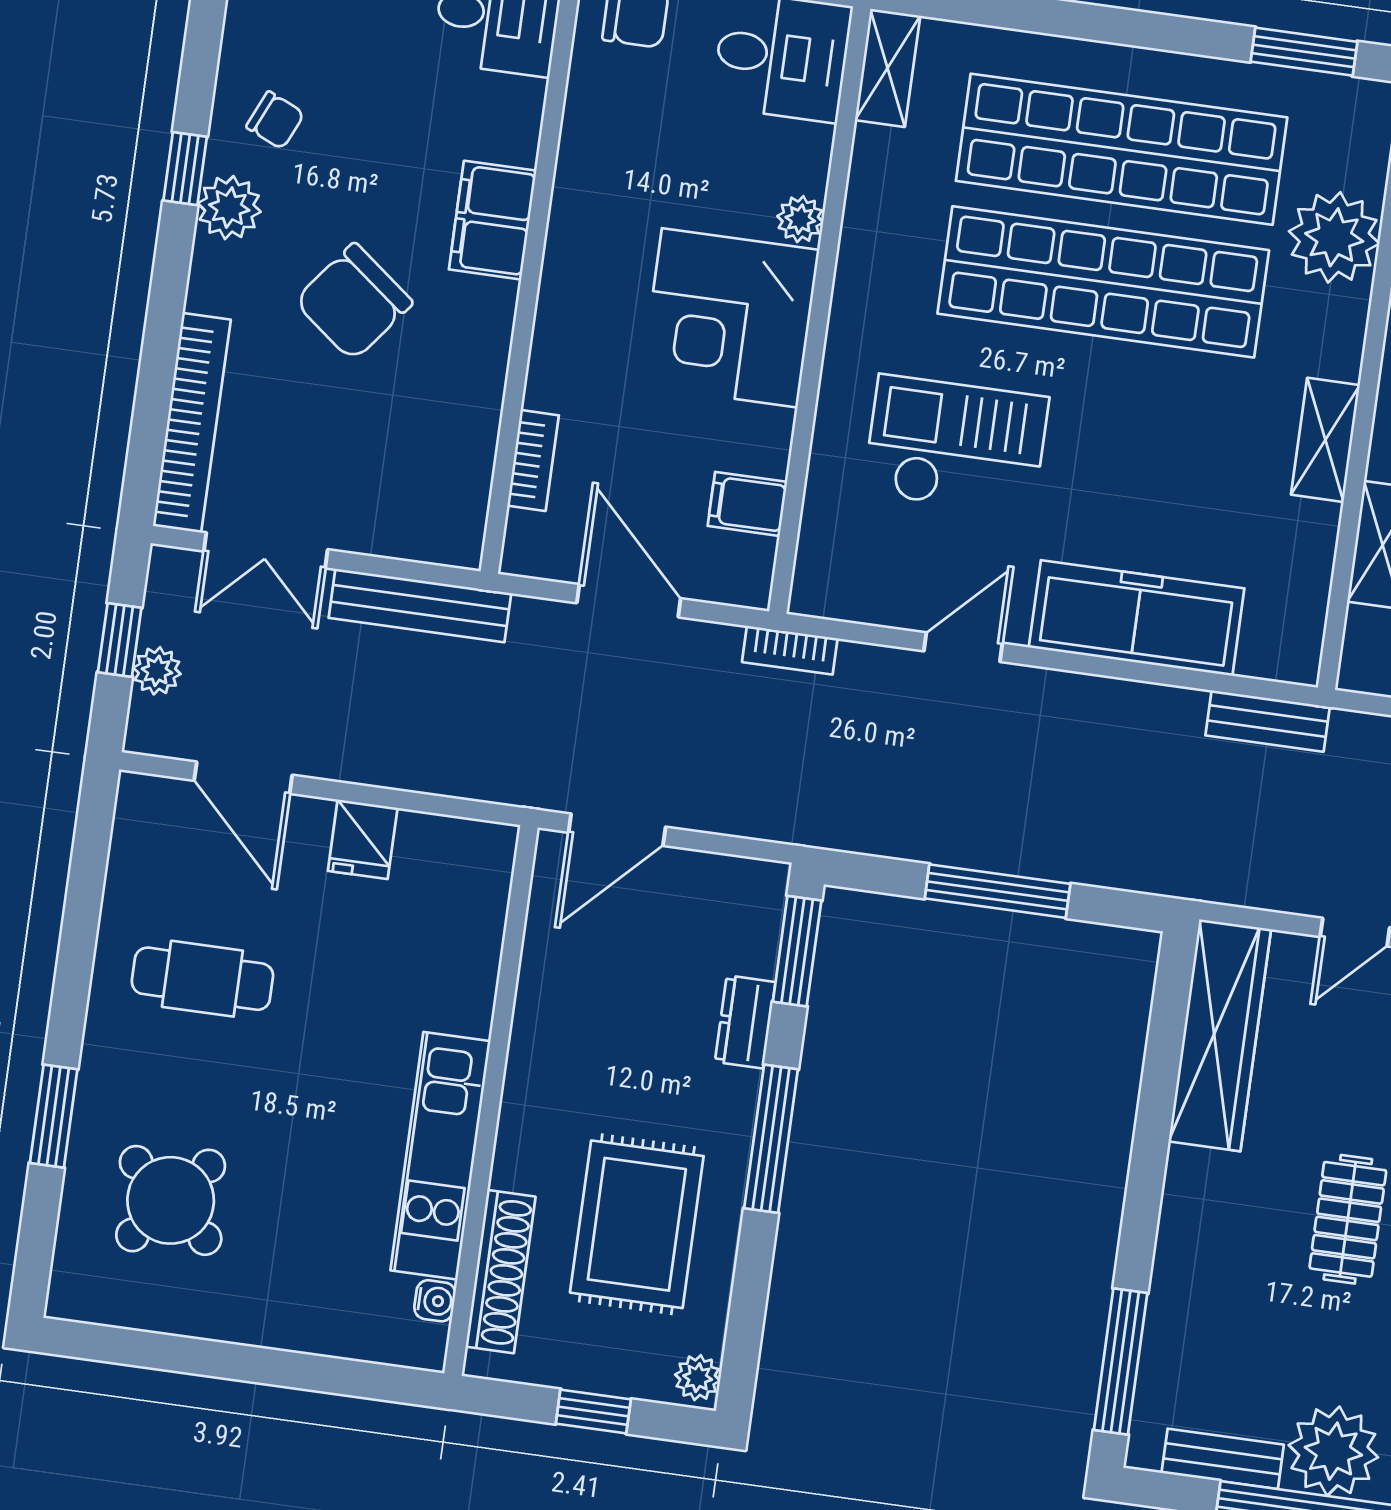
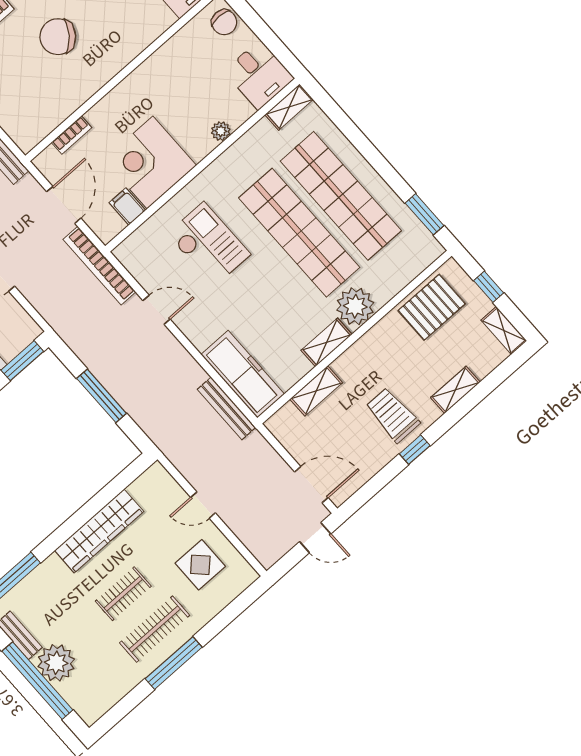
filing cabinet: (493, 220) -> (124, 48), removed
plant: (1334, 237) -> (355, 306), moved
corner desk: (730, 318) -> (150, 162), moved
freezer: (1137, 618) -> (243, 374), moved
bookcase: (790, 650) -> (99, 266), width x2.31, depth x1.31
bench: (1268, 721) -> (227, 408), width x1.36
wardrobe: (1220, 1035) -> (99, 531), moved

